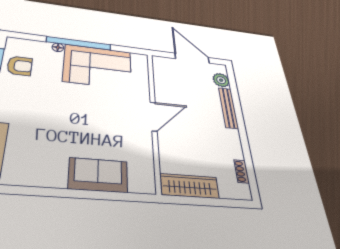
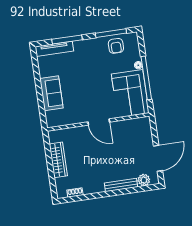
door: (154, 116) -> (99, 122), moved
wall: (154, 117) -> (98, 122), moved
sofa: (98, 175) -> (51, 93), moved

